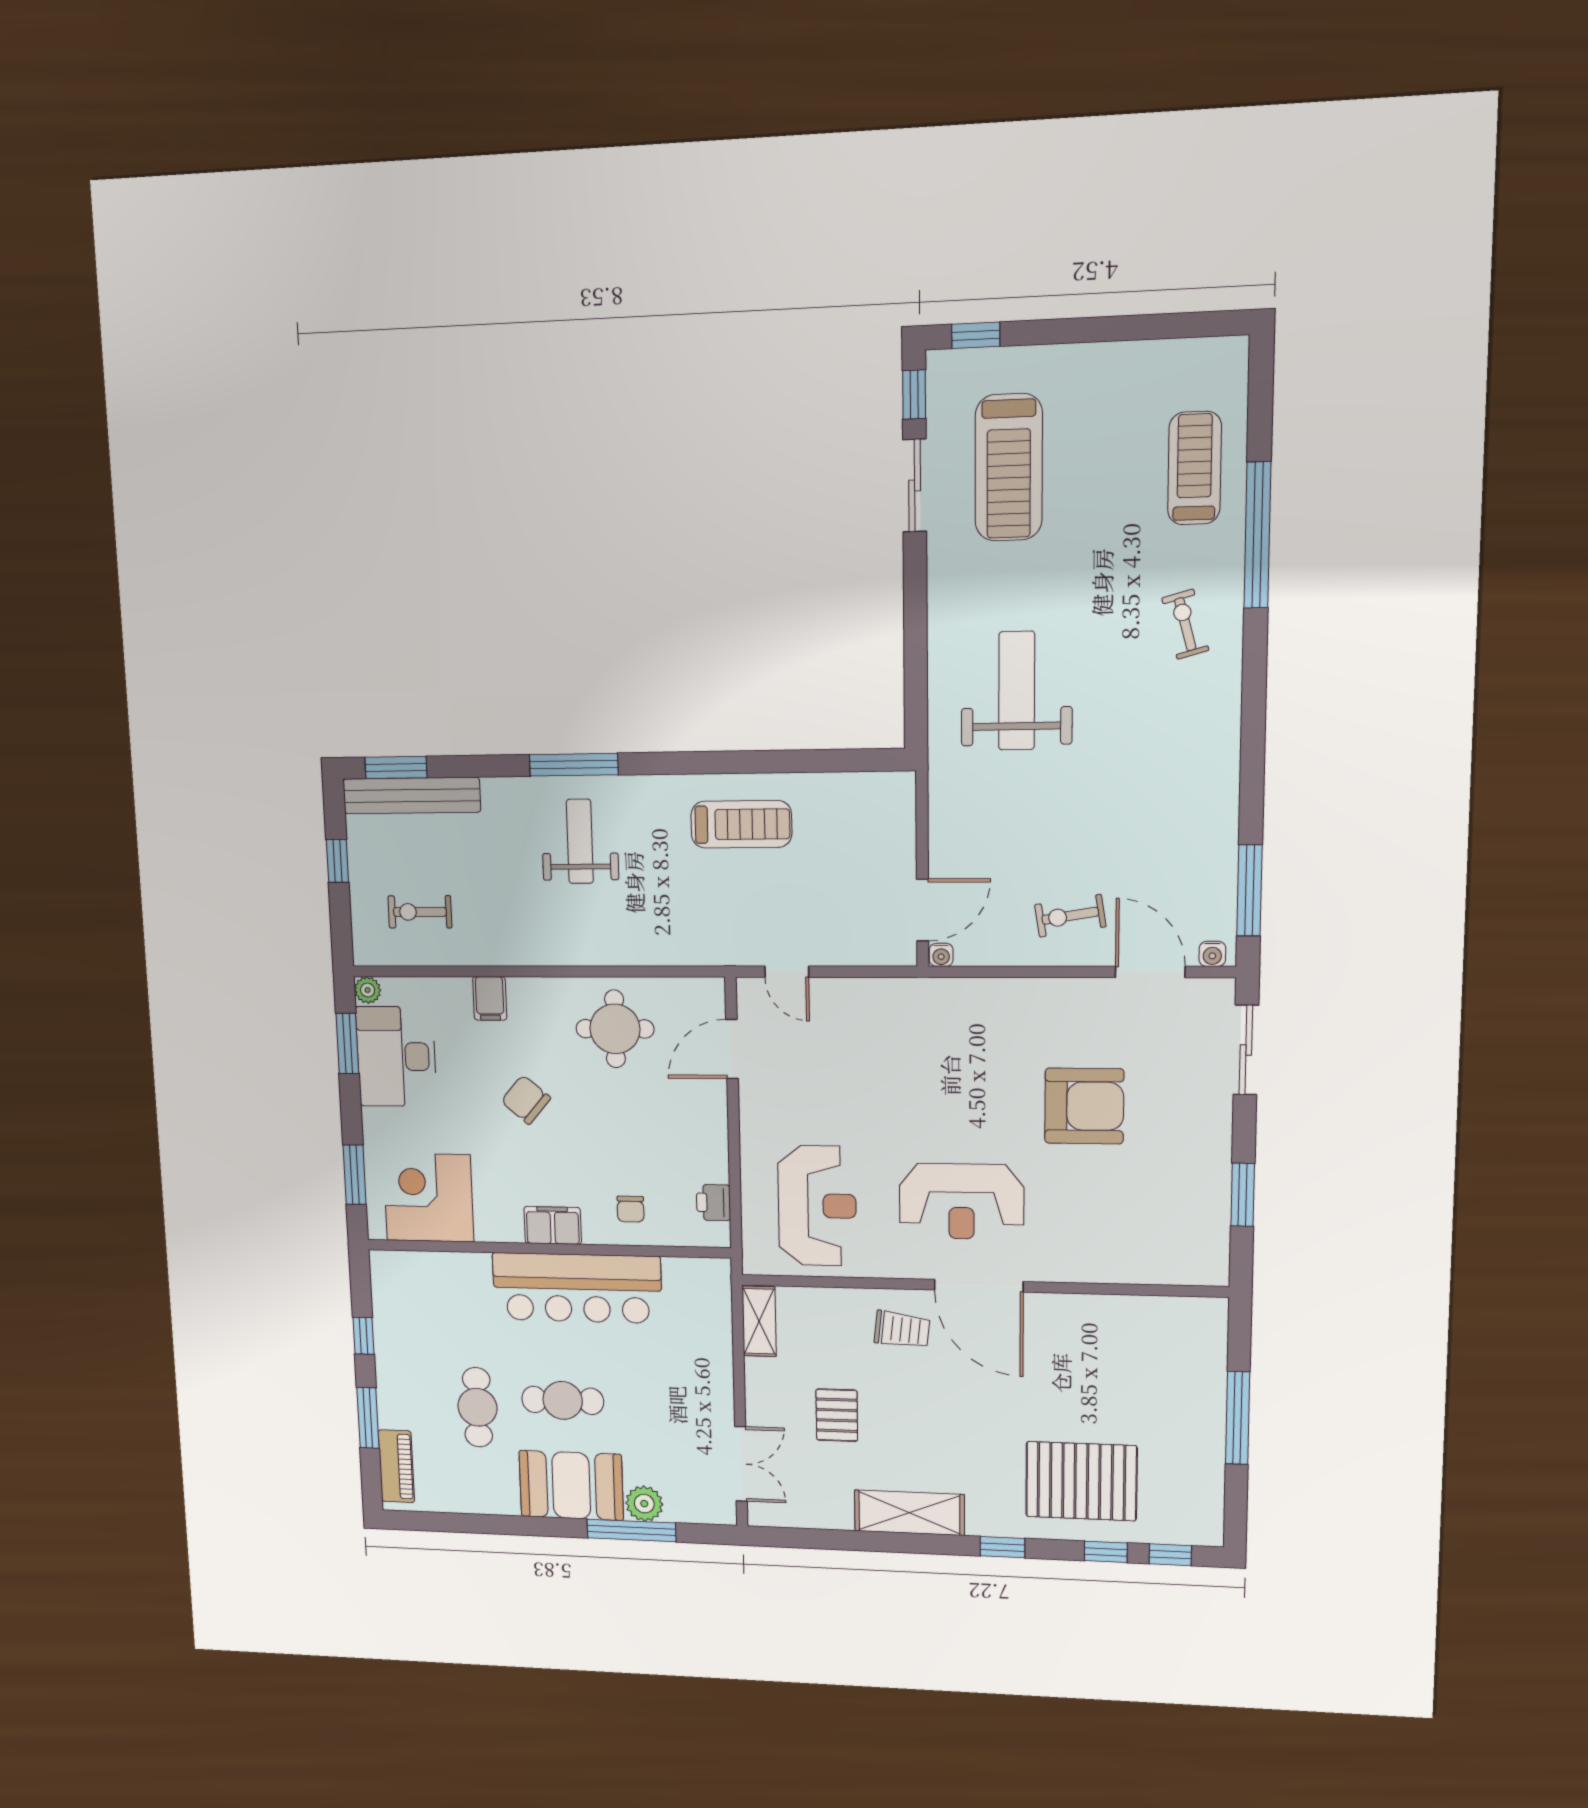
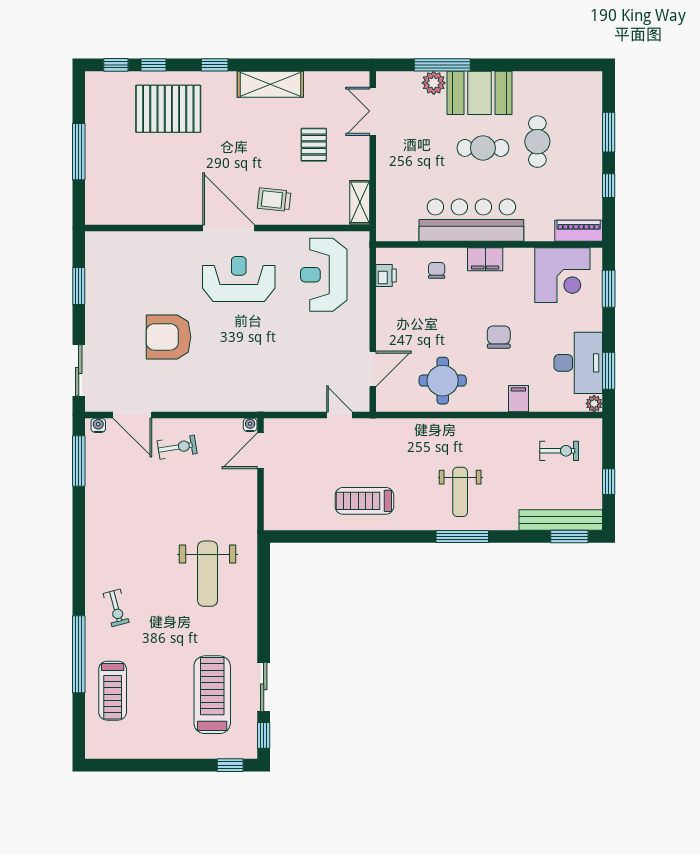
chair: (526, 1100) -> (499, 337), turned -130
piano: (396, 1466) -> (579, 231), moved, turned 90

